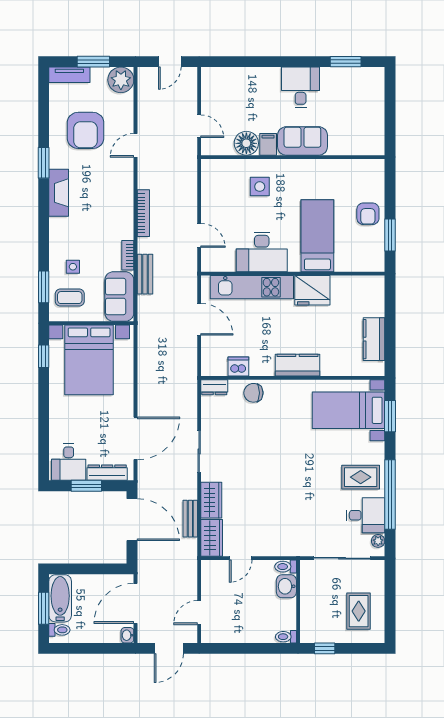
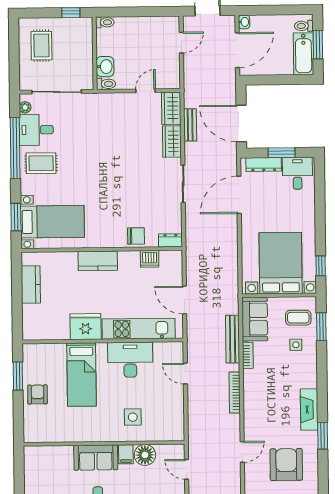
bench: (145, 274) -> (233, 339), width x1.36

